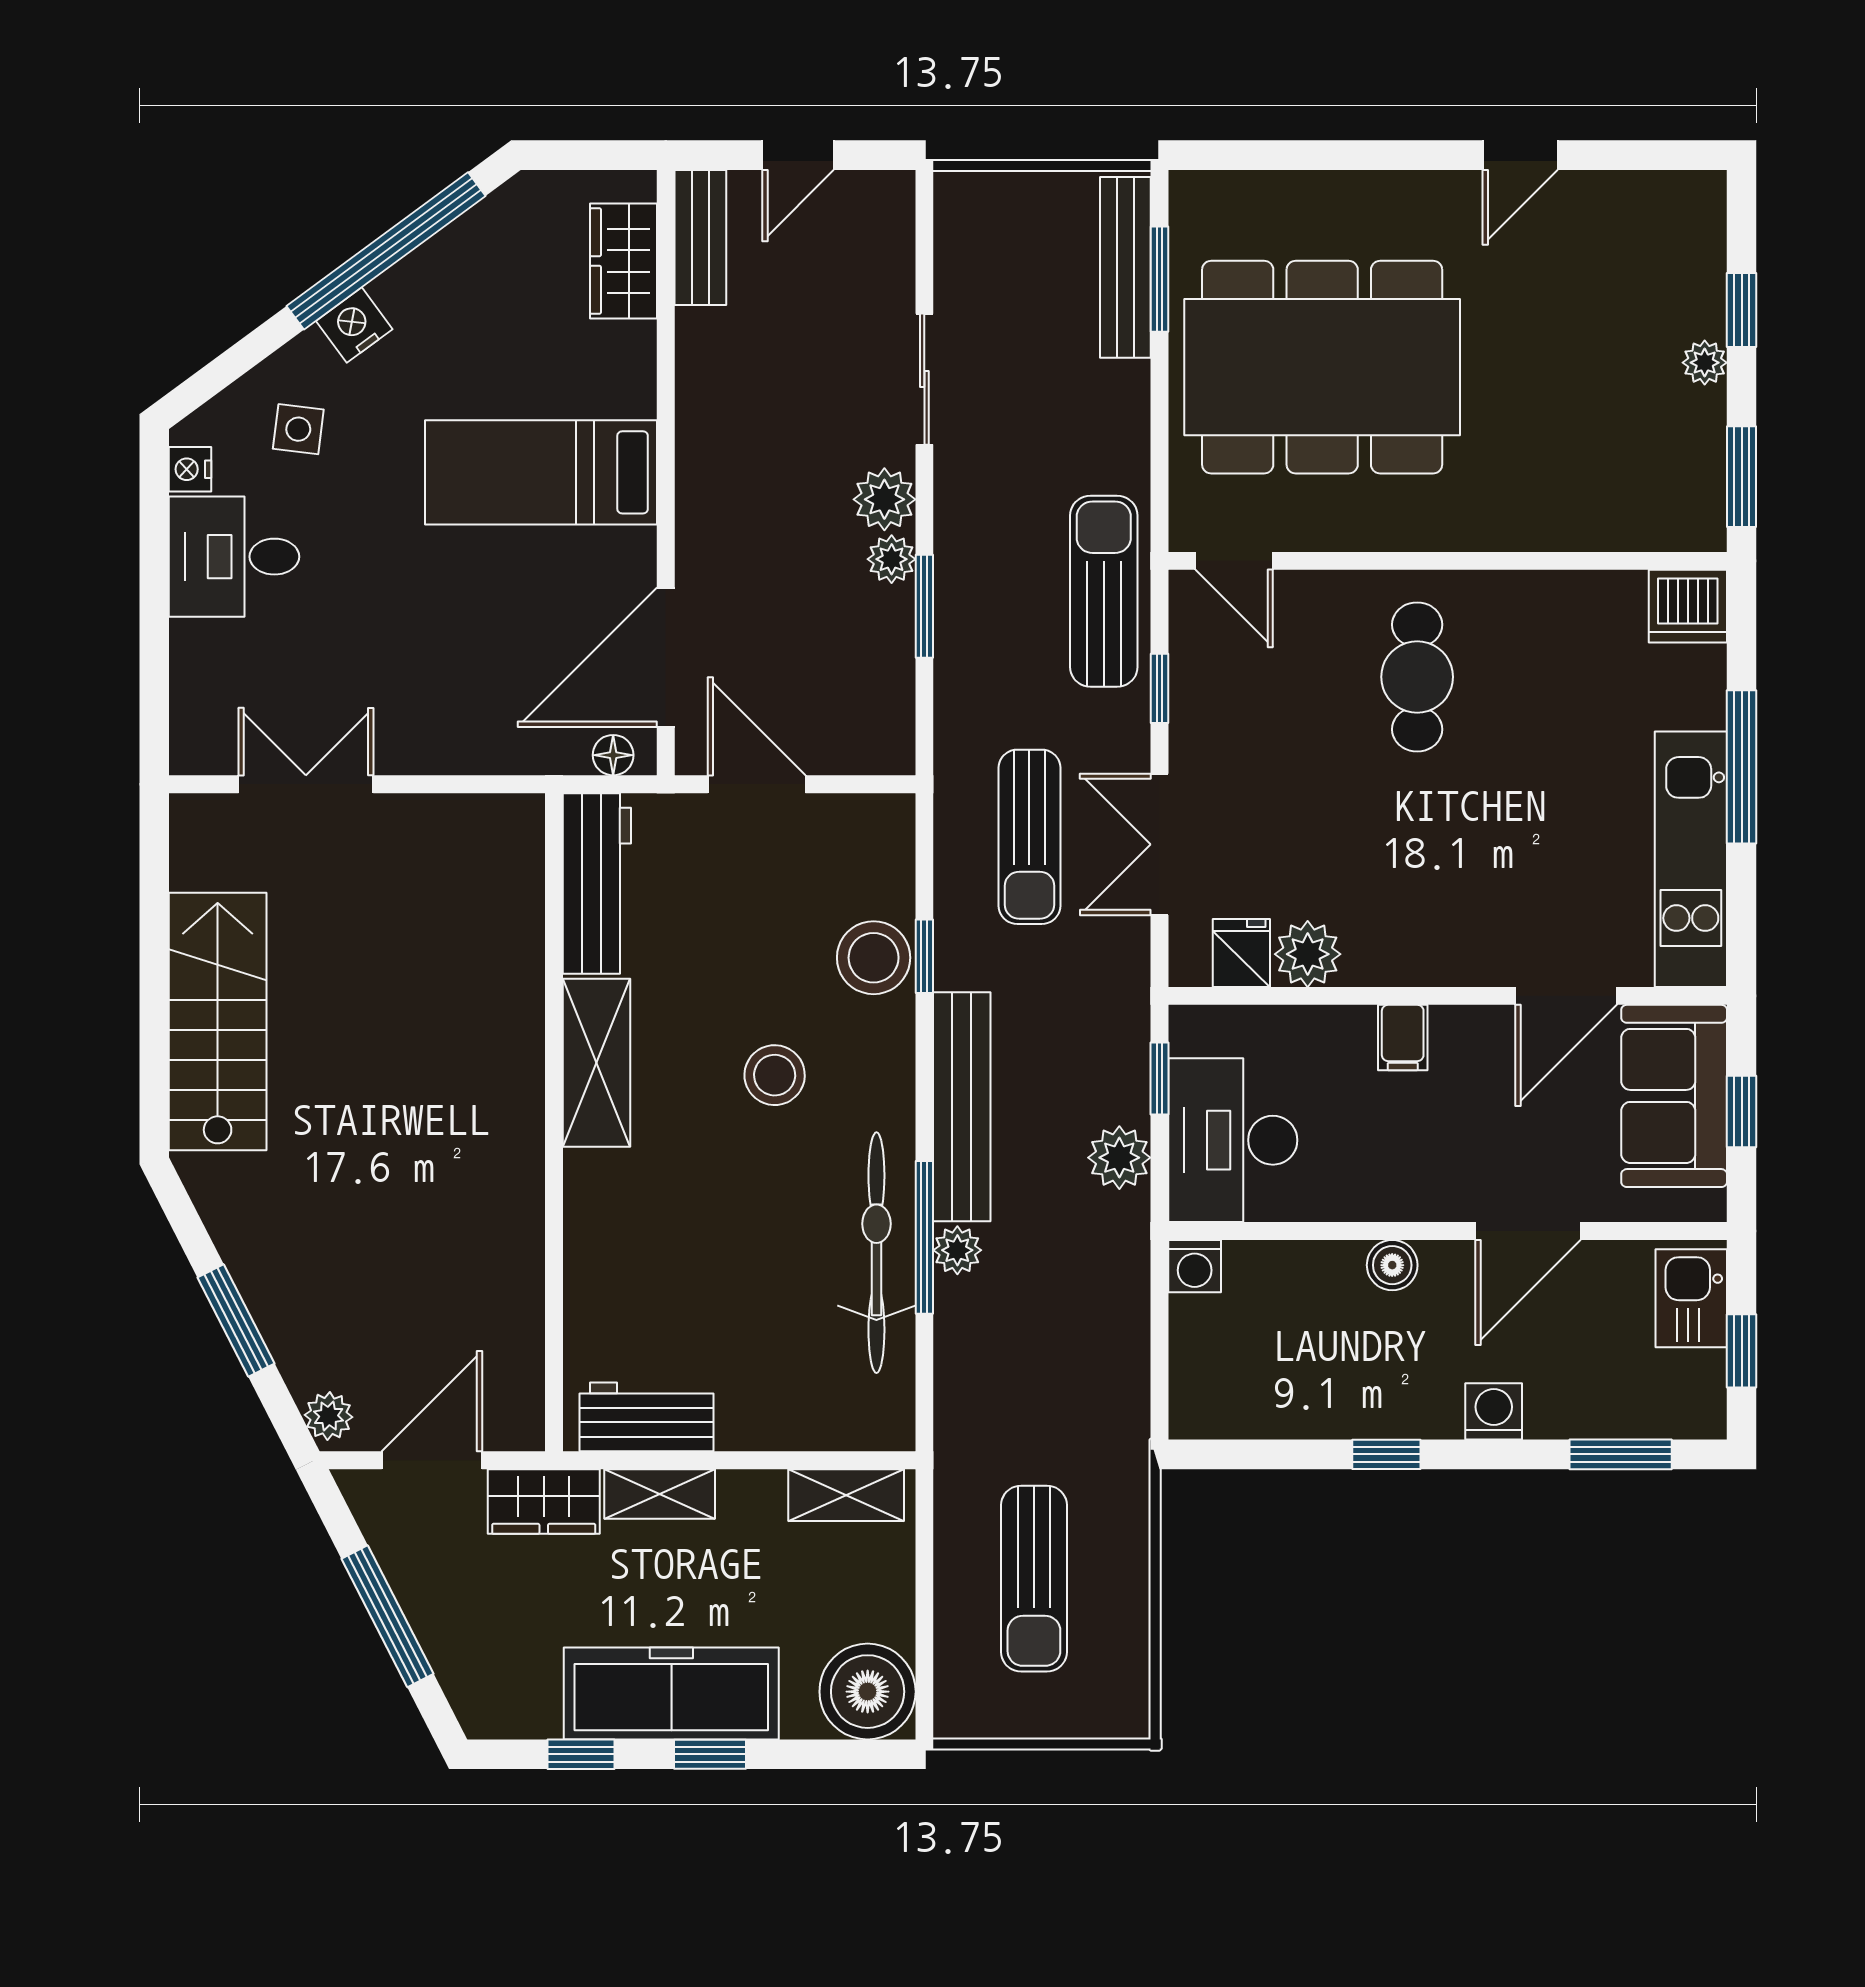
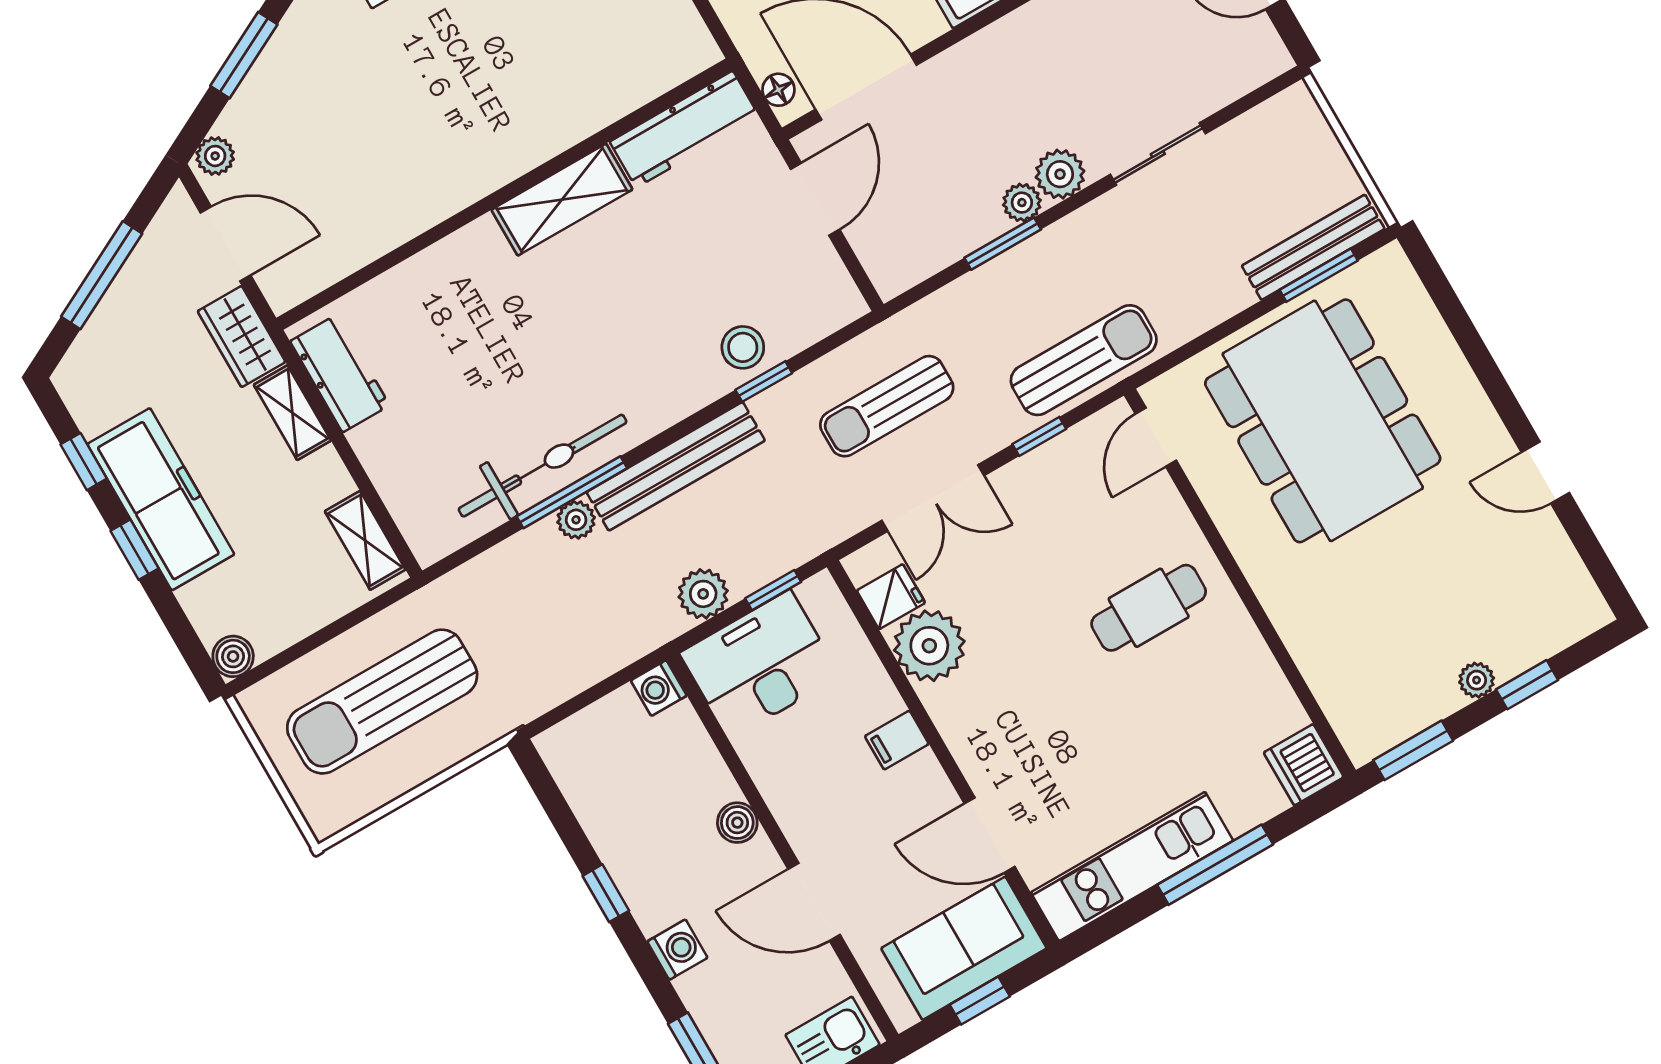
double door: (1160, 844) -> (933, 498), swing flipped
plant: (1308, 954) -> (929, 646), width x1.36, depth x1.36
stool: (874, 958) -> (743, 347), width x0.73, depth x0.73
stool: (775, 1075) -> (624, 326), removed
sun lounger: (1034, 1579) -> (382, 702), width x1.36, depth x1.34
boiler: (868, 1692) -> (233, 656), width x0.54, depth x0.54

